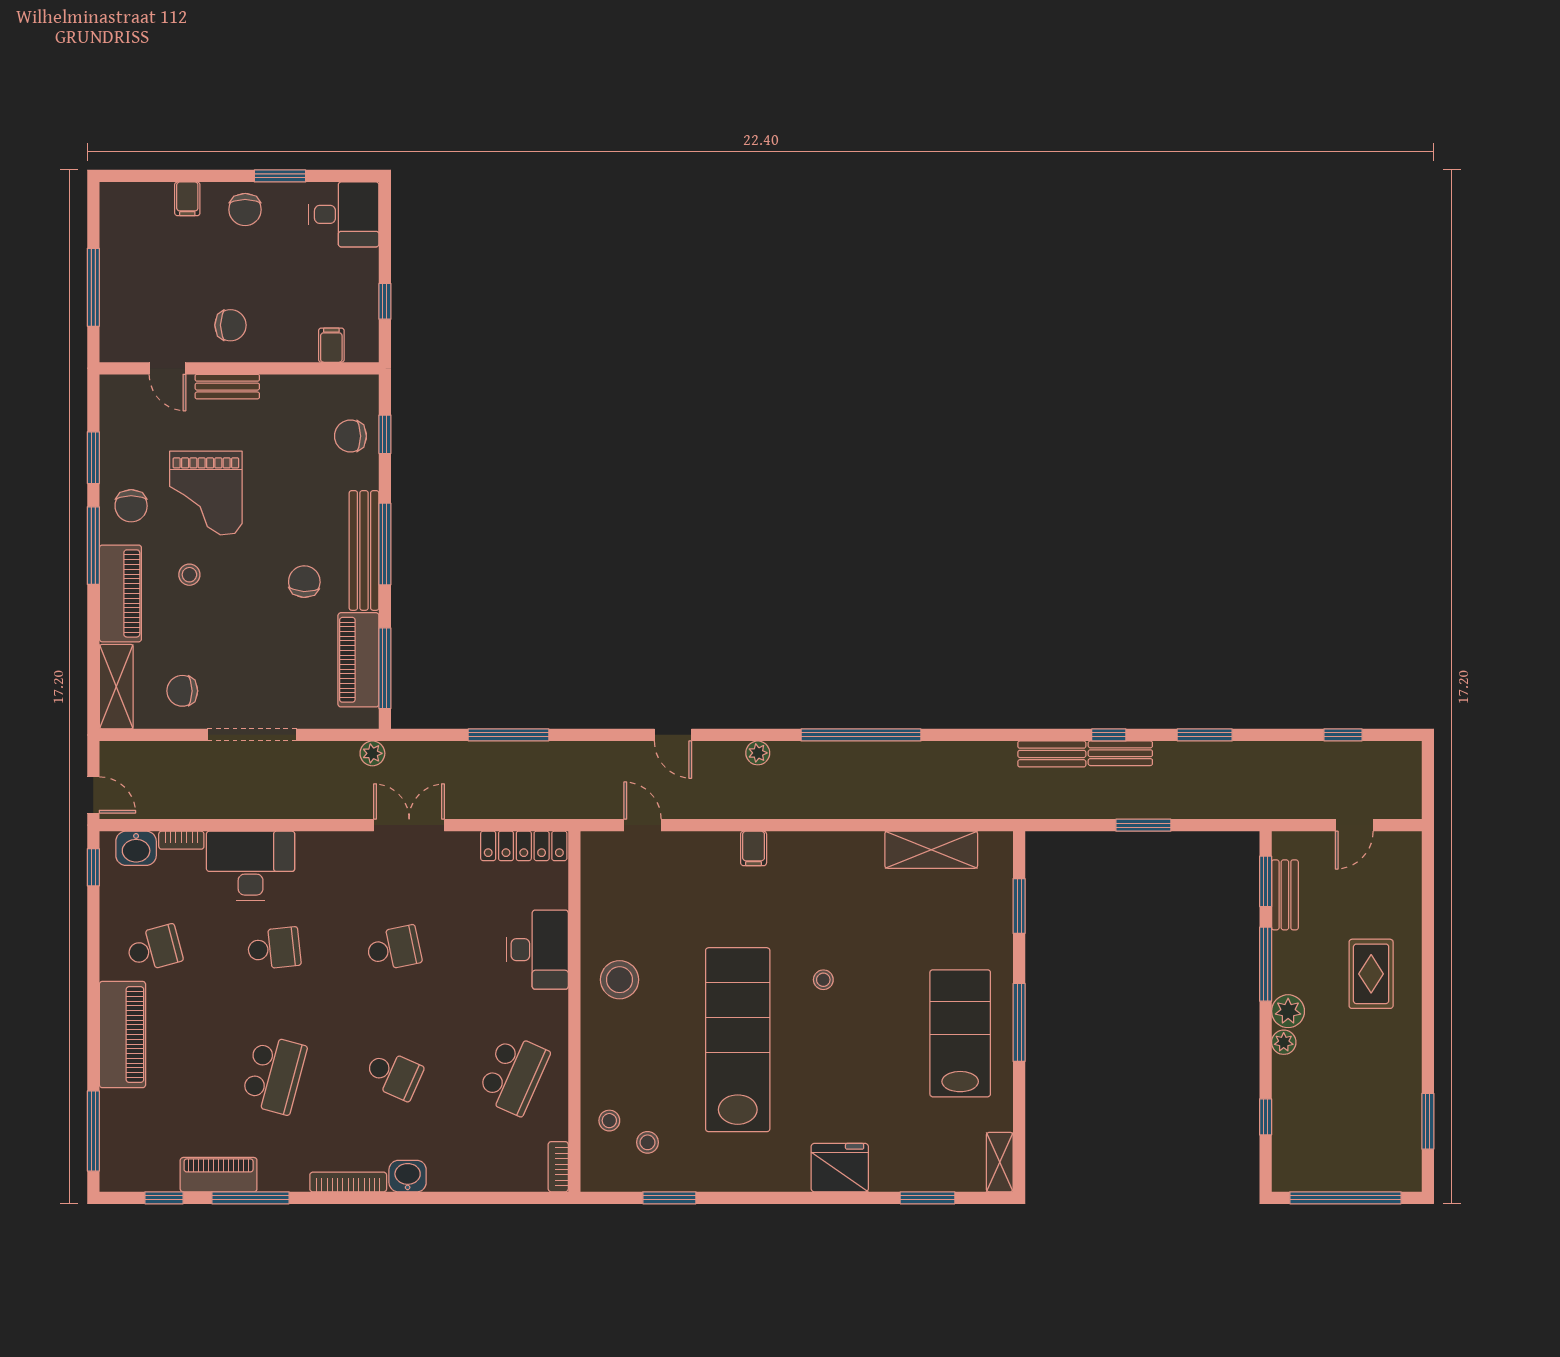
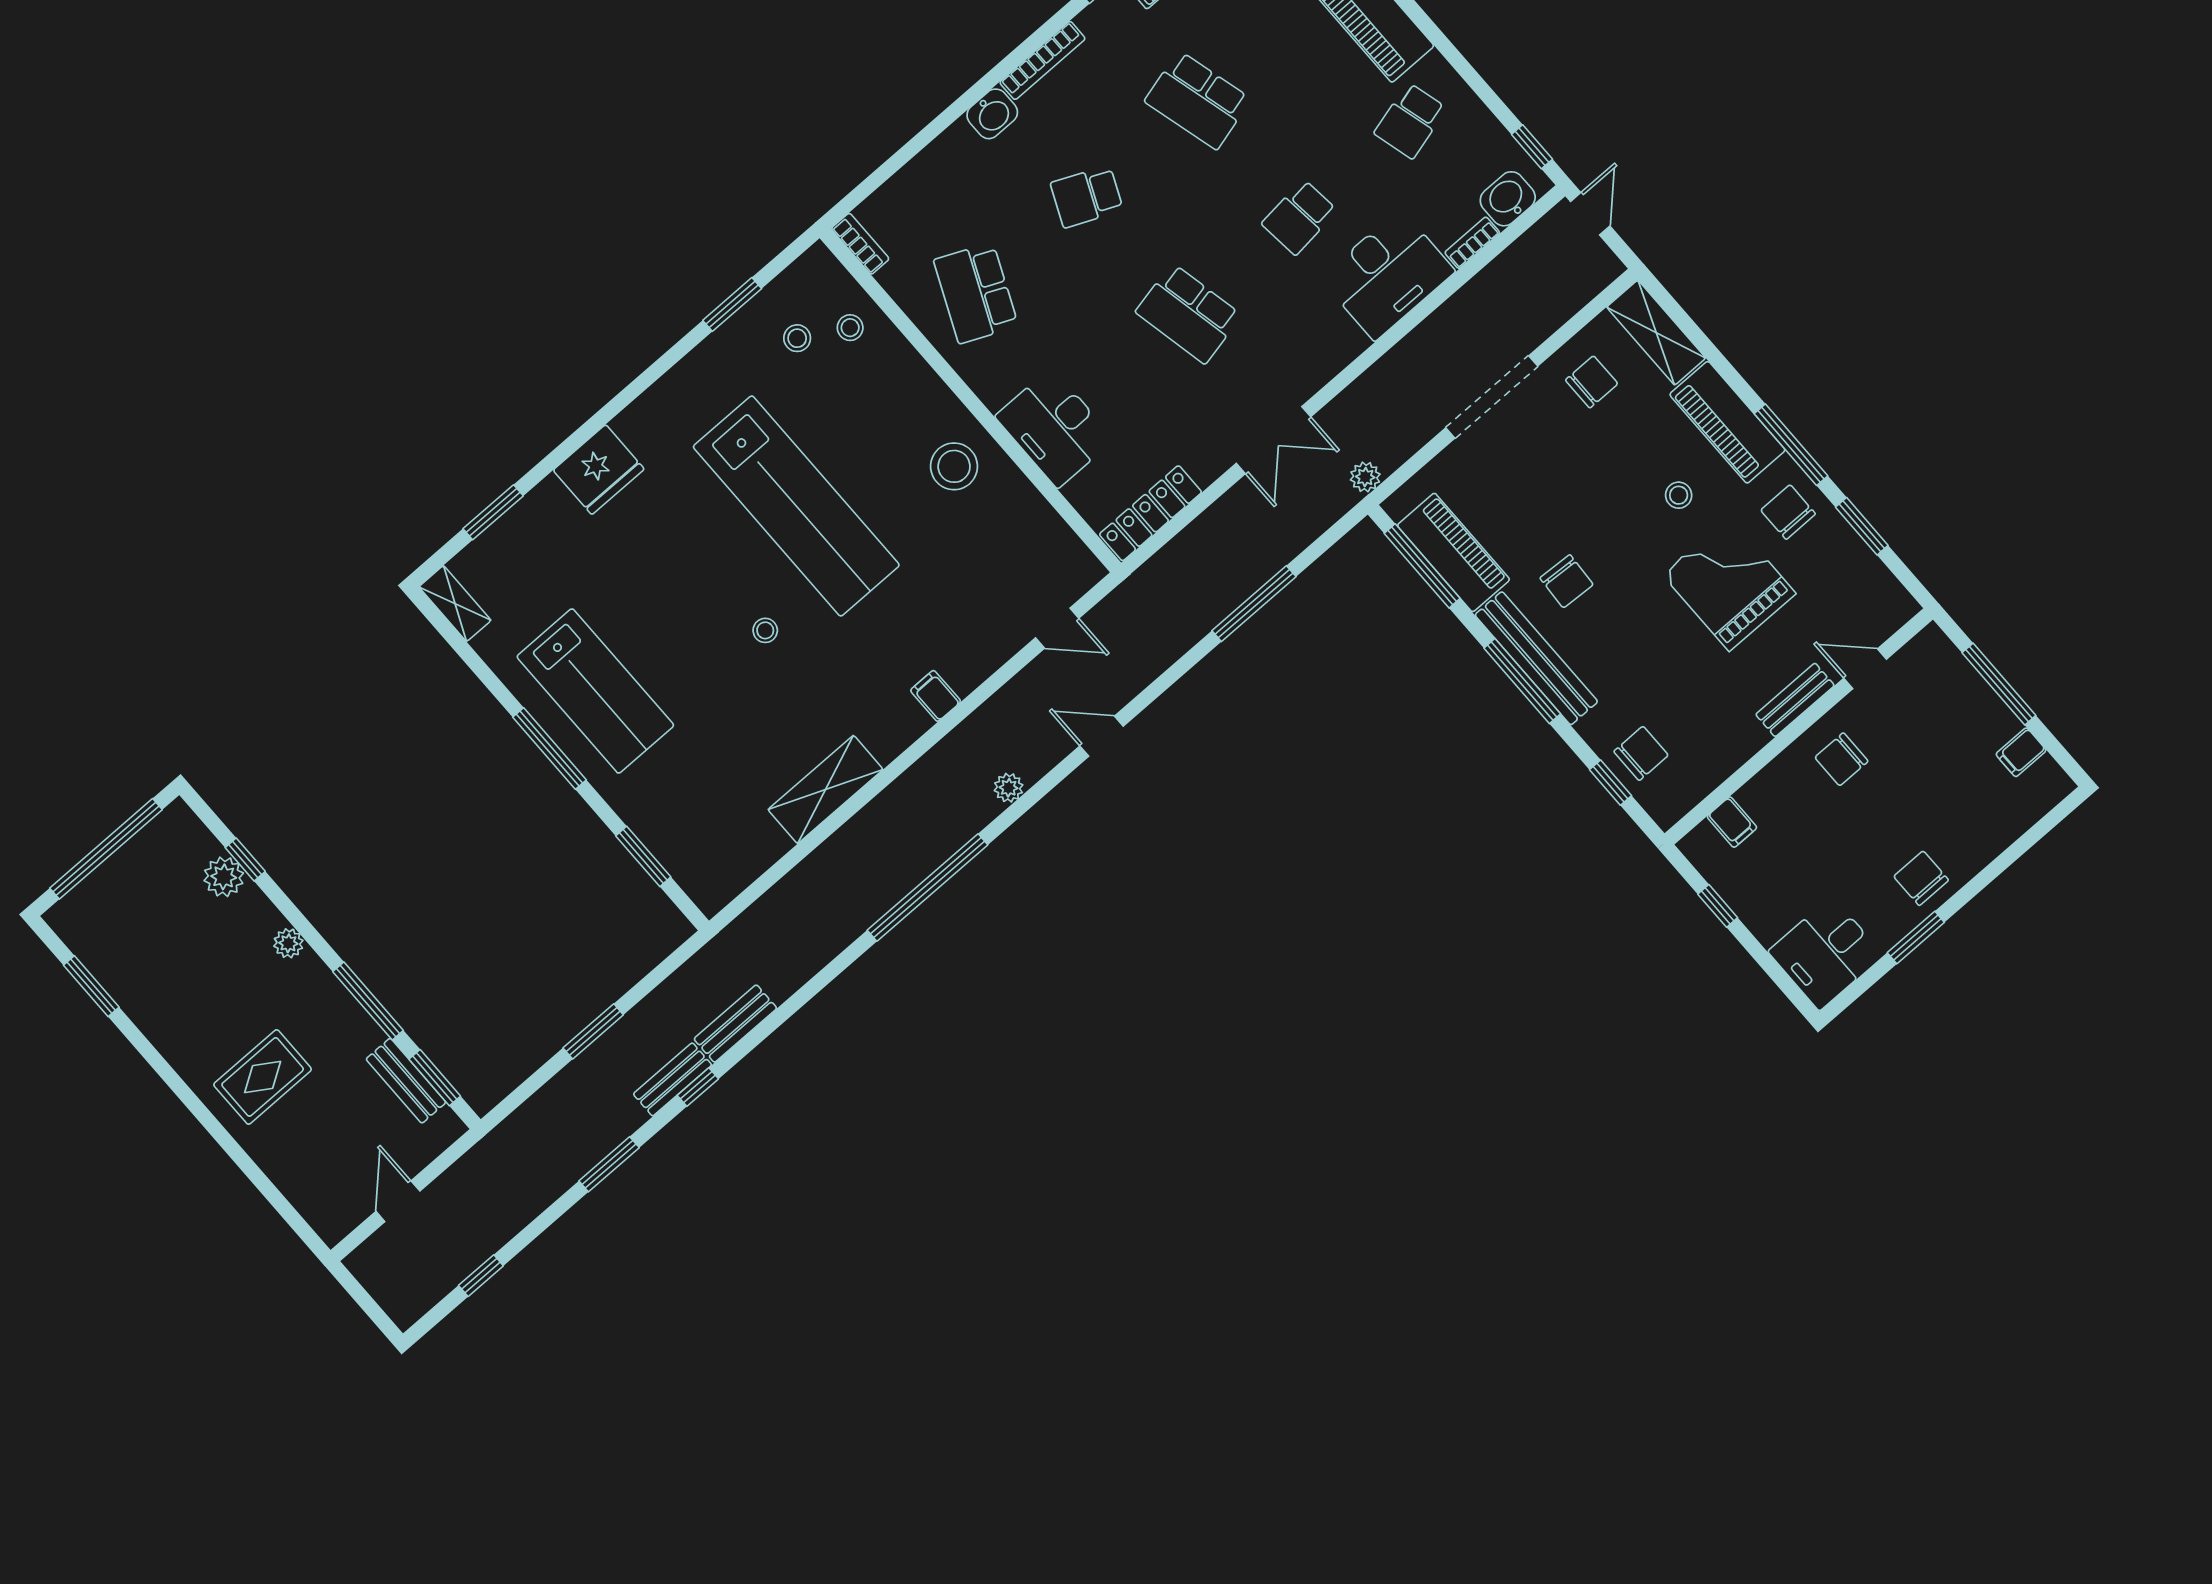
filing cabinet: (187, 199) -> (2021, 752), moved, turned -90
door: (93, 795) -> (1590, 214), swing flipped
shelving: (931, 850) -> (826, 789), moved
school desk: (394, 948) -> (1188, 314), width x1.85
rug: (1371, 974) -> (263, 1077), turned 90
plant: (1288, 1011) -> (224, 877), moved
school desk: (274, 1075) -> (1198, 100), turned -30

